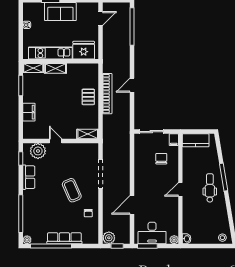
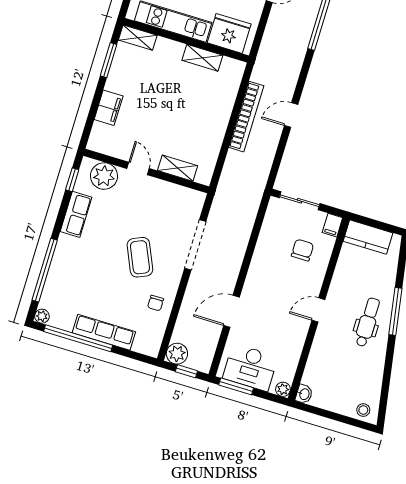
shelving: (55, 68) -> (202, 58), moved
pallet: (88, 97) -> (213, 112), removed
shelving: (88, 134) -> (178, 168), moved

